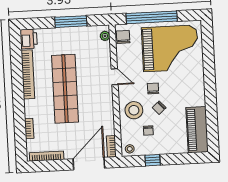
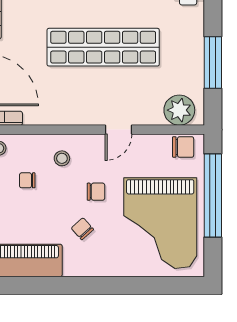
plant: (105, 36) -> (179, 110), width x1.87, depth x1.87
chair: (159, 108) -> (82, 229), moved
stool: (134, 110) -> (62, 158), width x0.53, depth x0.53

